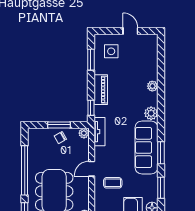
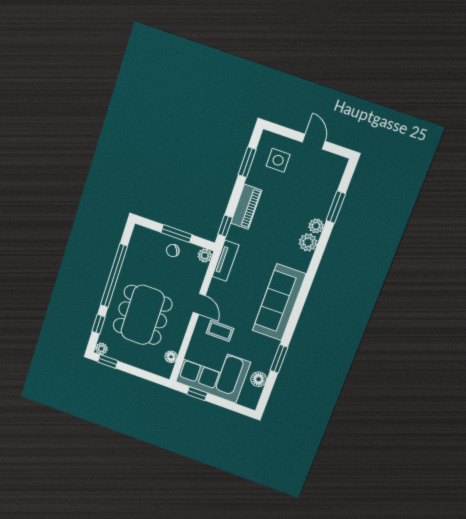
plant: (151, 113) -> (308, 242), moved
window: (161, 153) -> (336, 207), moved
door: (92, 169) -> (199, 304), swing flipped

